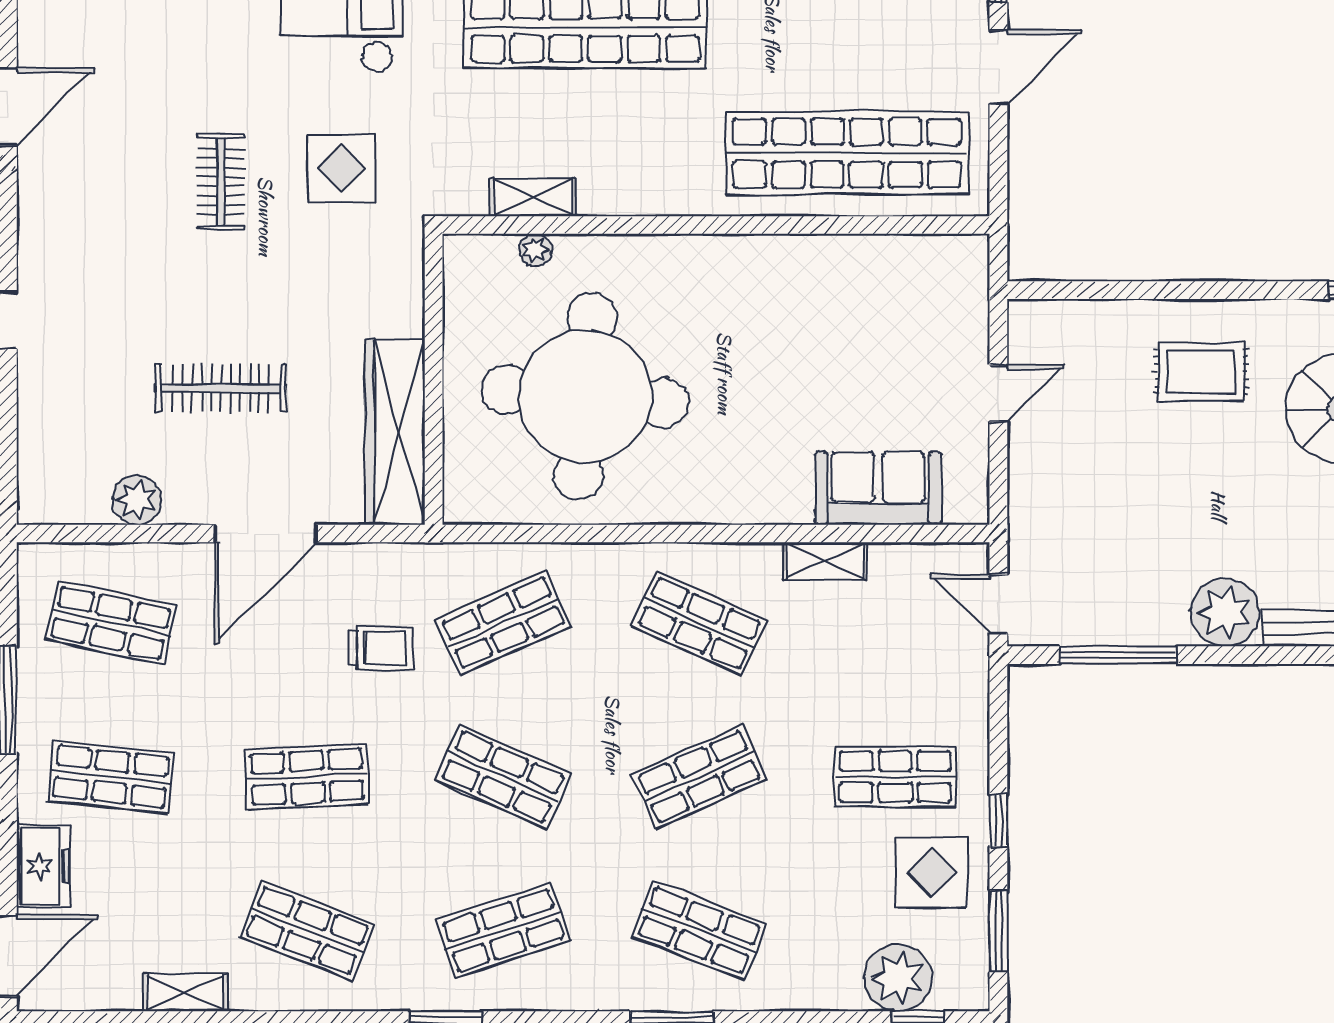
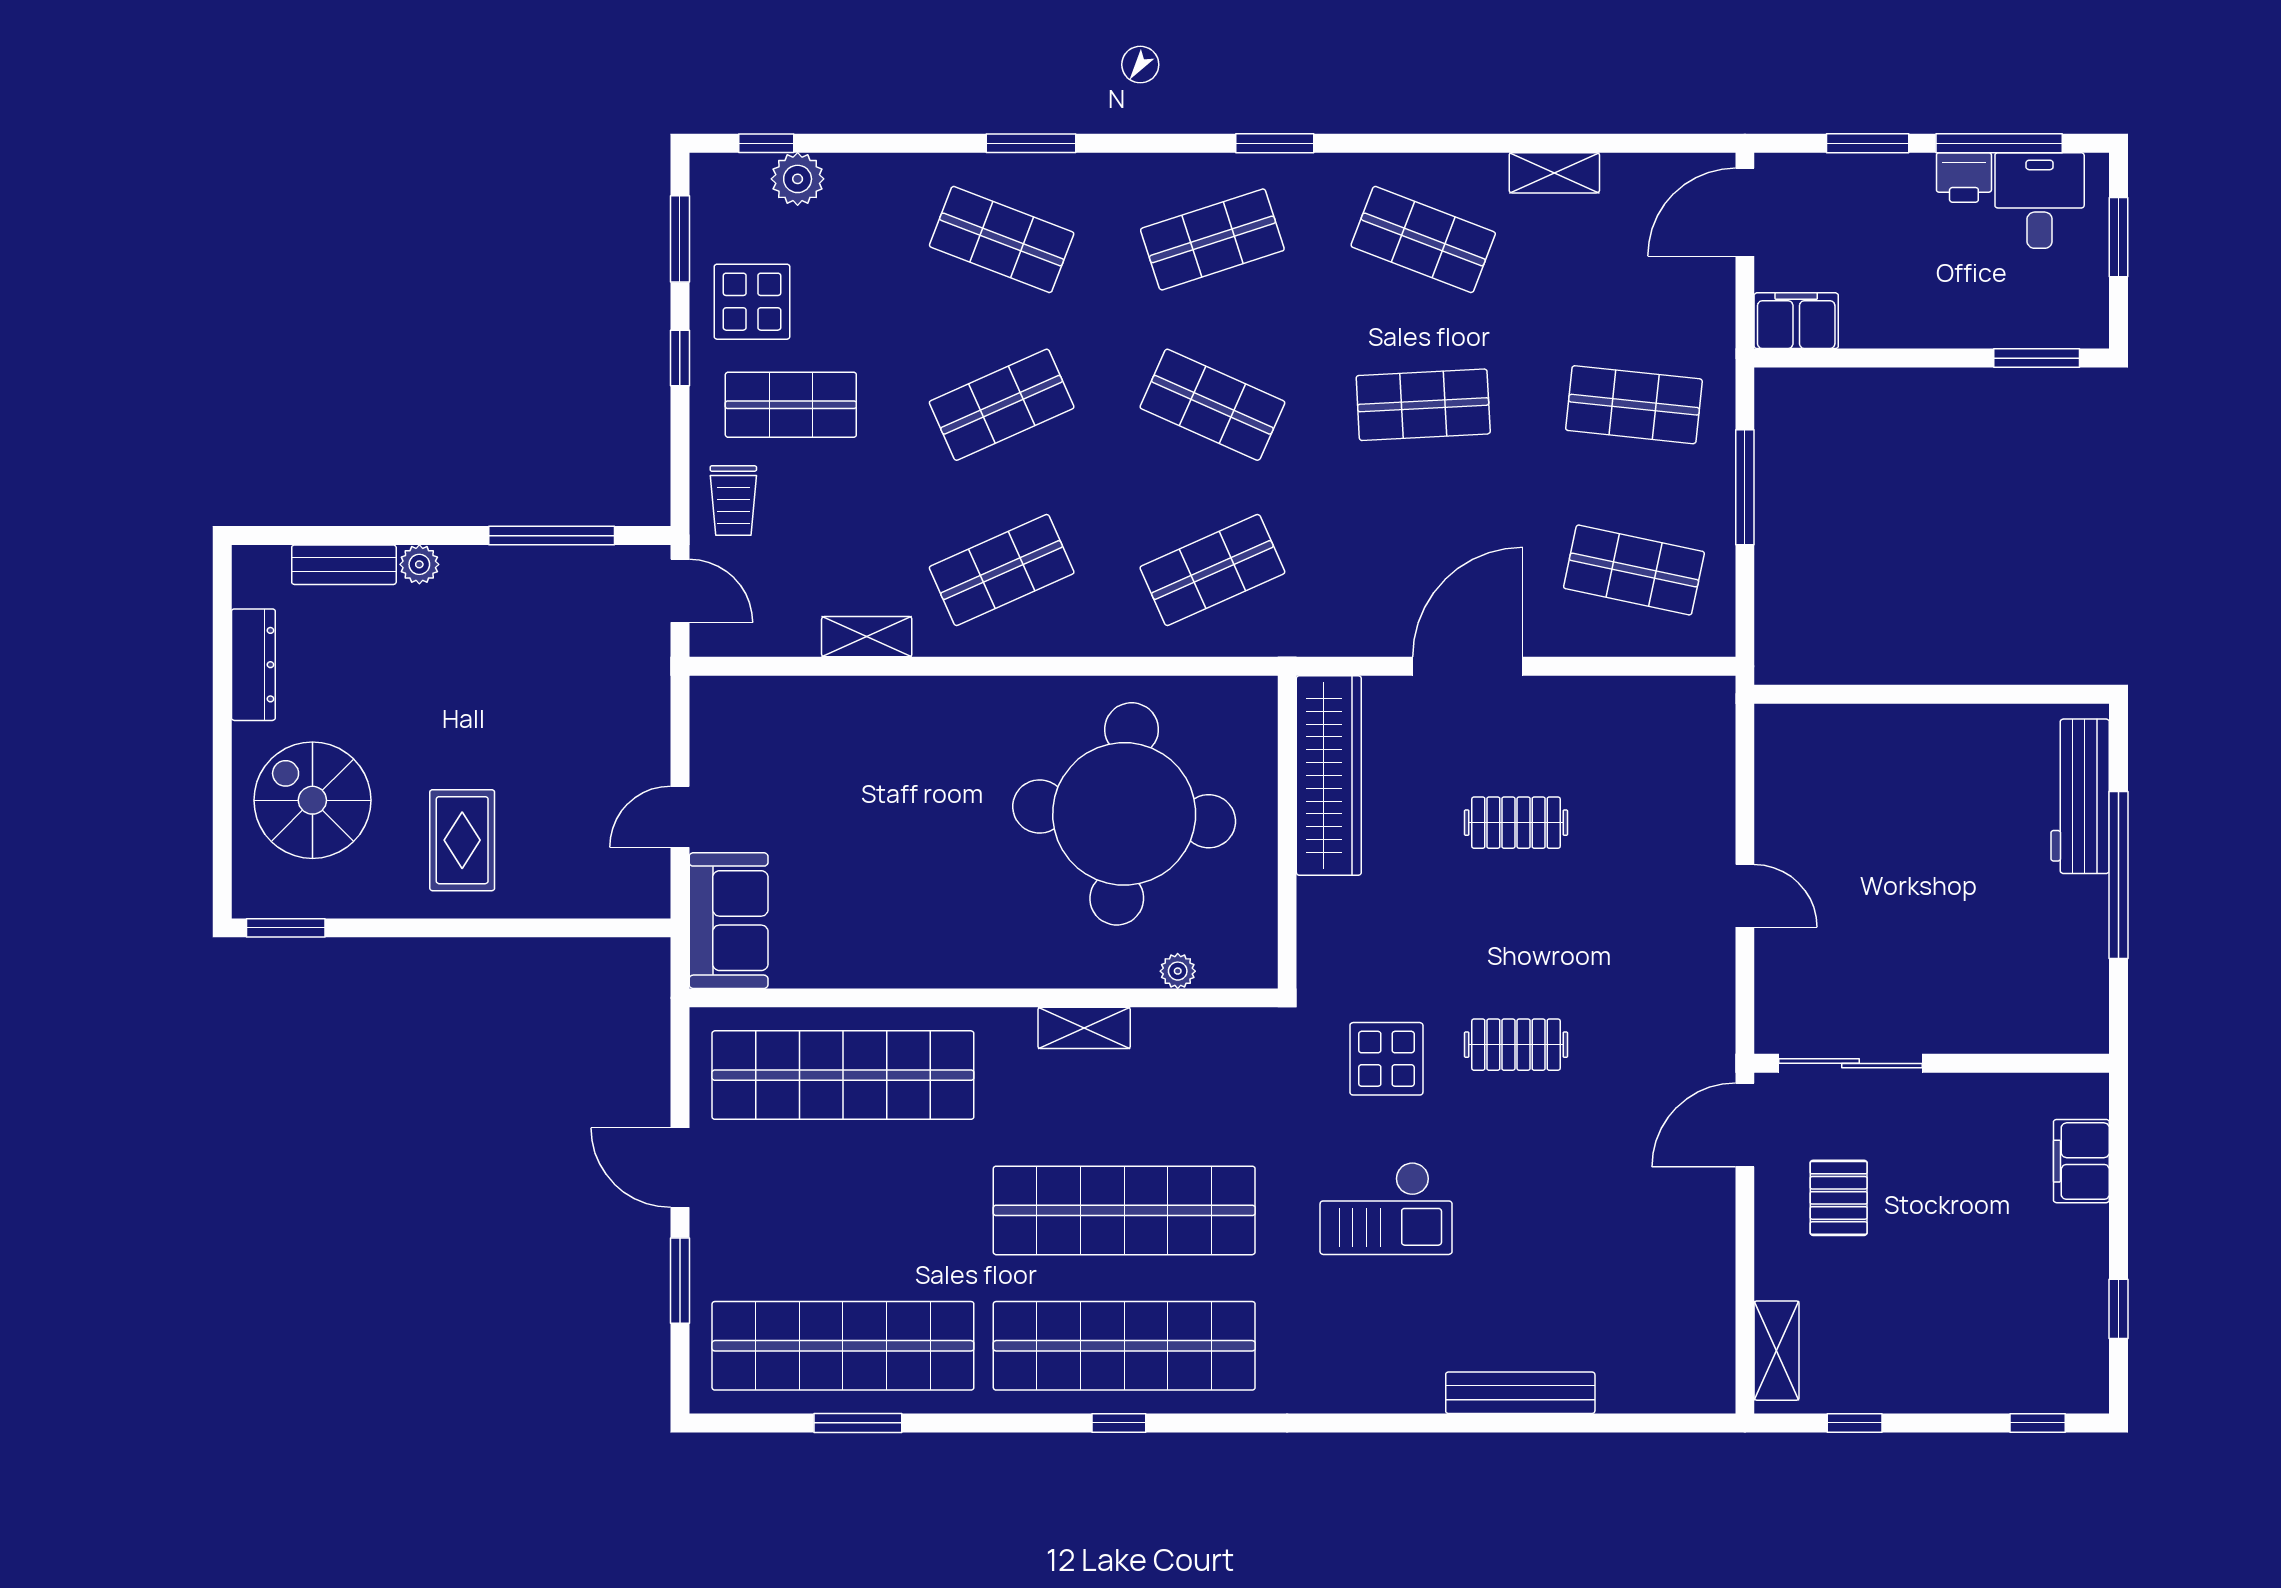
door: (998, 67) -> (680, 1168), hinge flipped
clothes rail: (221, 182) -> (1516, 1045), turned 90
shelving: (533, 197) -> (1084, 1028), moved
rug: (1201, 372) -> (462, 840), turned 90
clothes rail: (221, 388) -> (1516, 823), width x0.73
sofa: (878, 488) -> (729, 921), moved, turned -90
plant: (137, 500) -> (1606, 702), removed
plant: (1225, 612) -> (419, 564), width x0.53, depth x0.53
shop shelf: (699, 623) -> (1002, 570), turned -48
trolley: (381, 648) -> (733, 501), moved, turned -90
freezer: (43, 866) -> (1707, 308), removed
plant: (898, 978) -> (798, 179), width x0.73, depth x0.73

